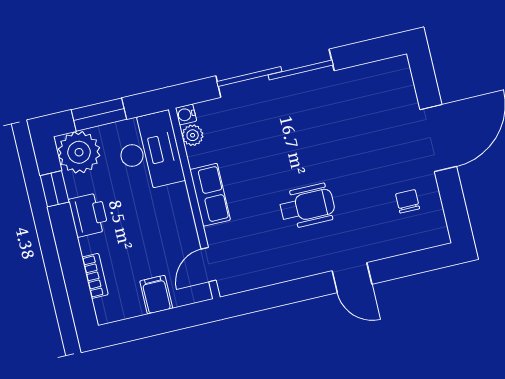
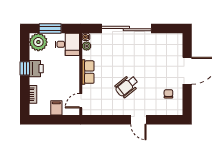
desk: (149, 151) -> (67, 44), width x0.73
window: (55, 189) -> (25, 68), moved
wheelchair: (307, 206) -> (127, 86), turned 141

